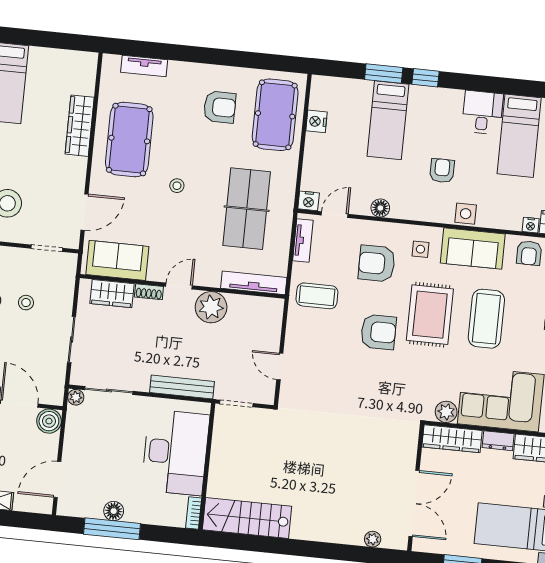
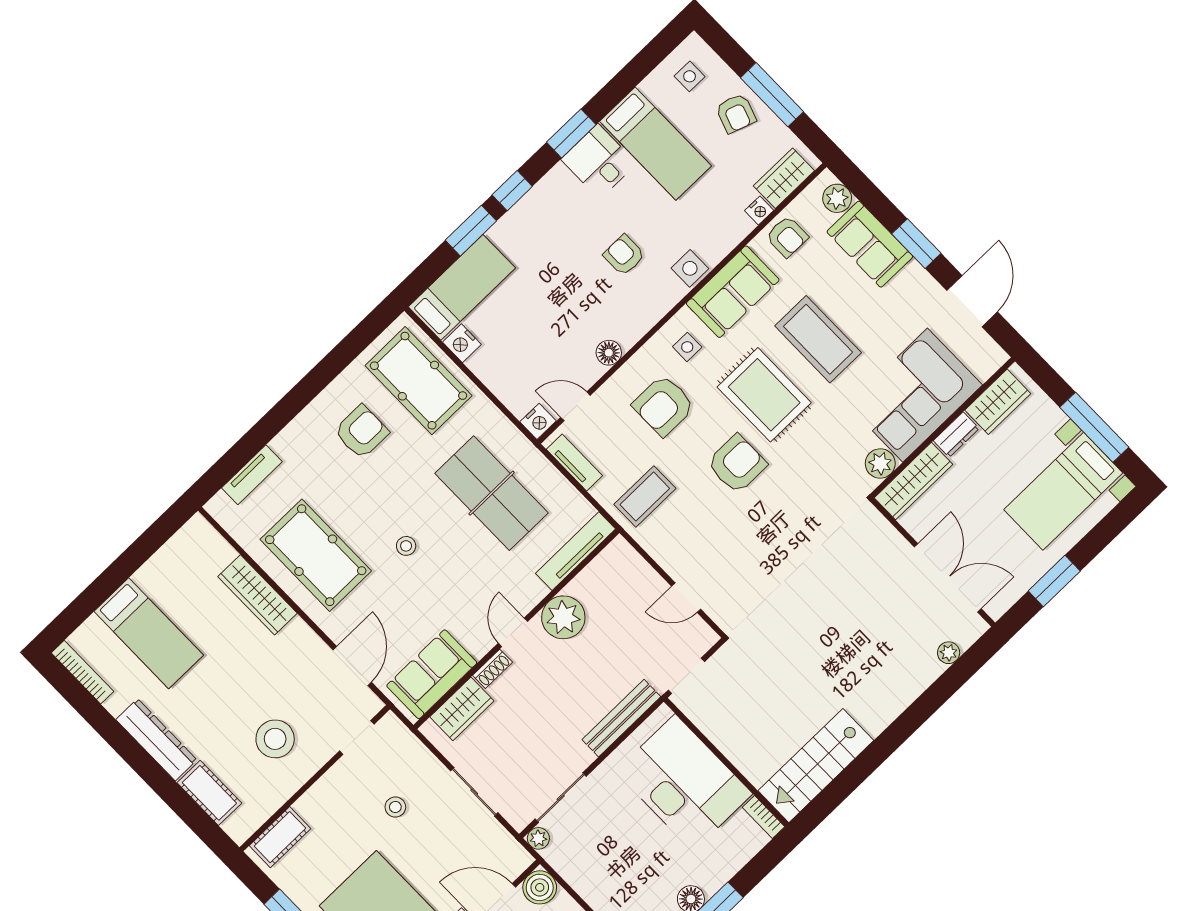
window: (485, 84) -> (571, 133), added
bed: (388, 120) -> (462, 287), moved, turned -90
door: (335, 215) -> (575, 406), hinge flipped

